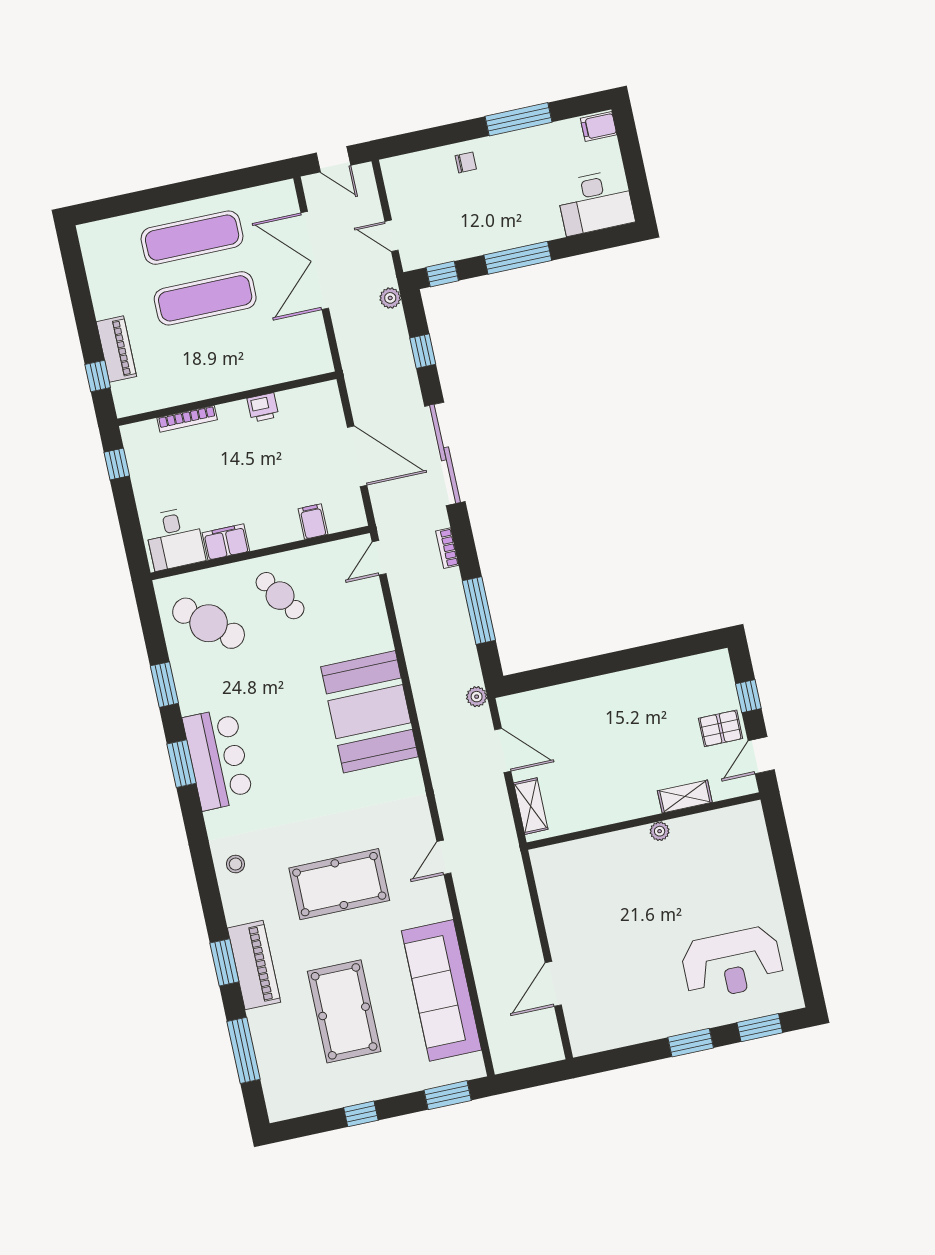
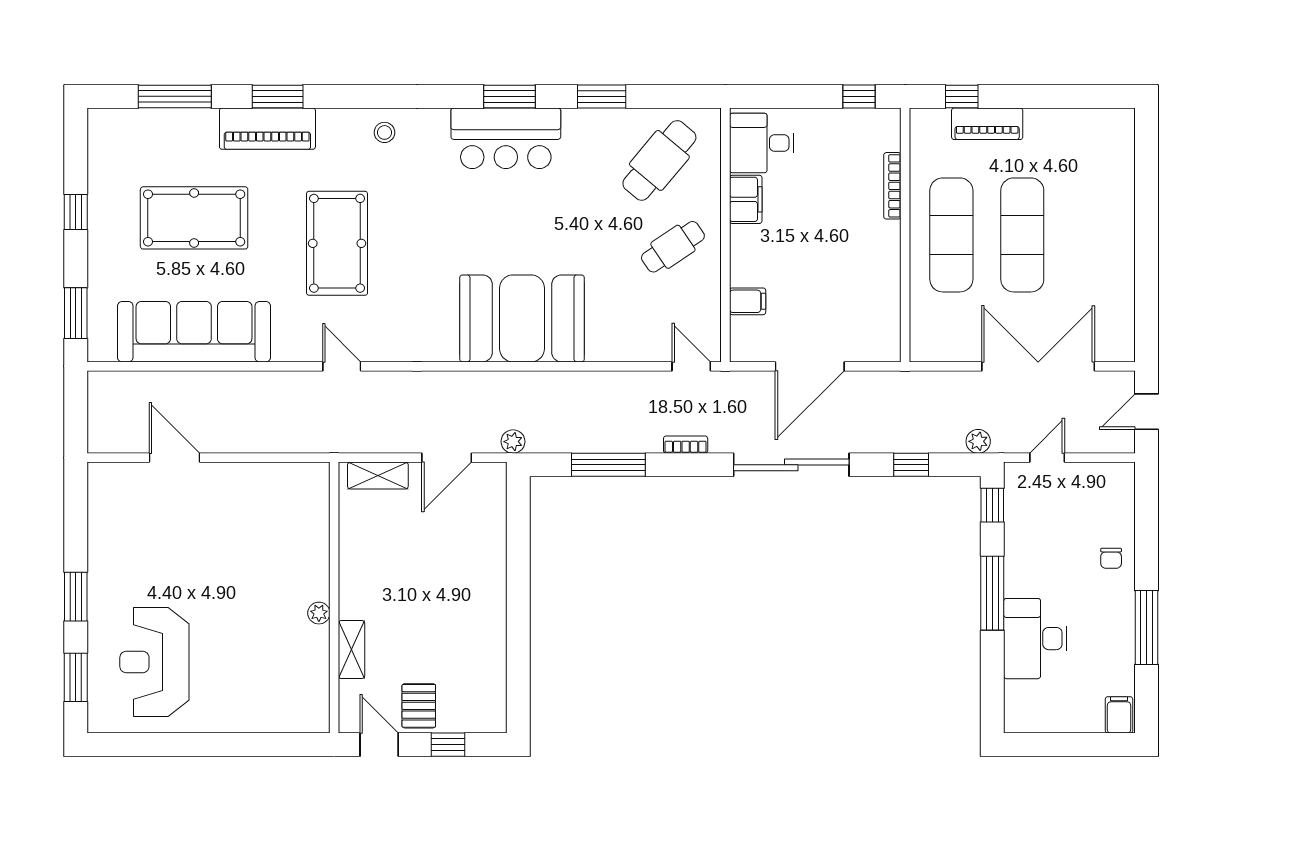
desk: (595, 202) -> (1035, 639), moved
exercise mat: (192, 238) -> (951, 235), moved
printer: (263, 408) -> (887, 273), removed

